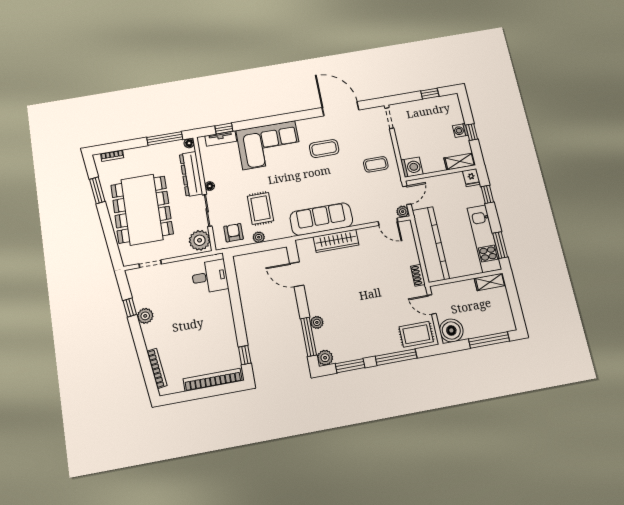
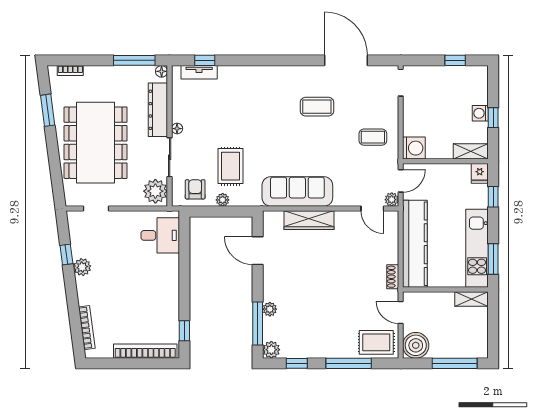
corner sofa: (269, 145) -> (254, 91), removed
window: (350, 366) -> (297, 363), width x0.67

